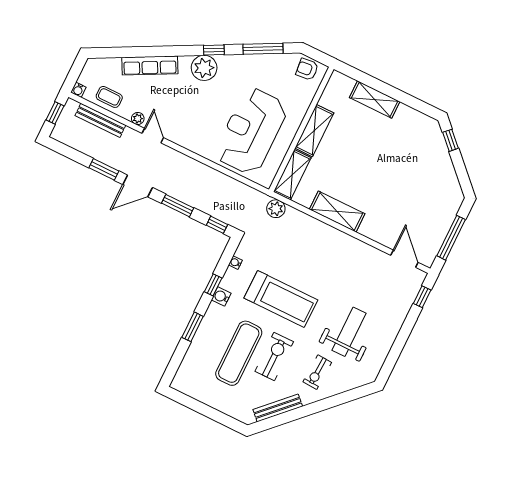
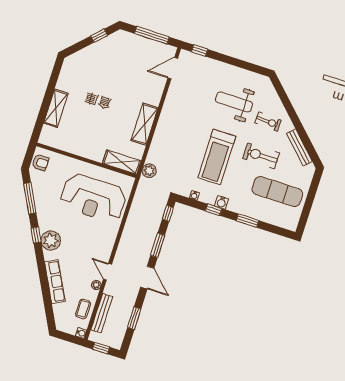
armchair: (307, 69) -> (40, 163), turned -84
shelving: (314, 131) -> (86, 150), removed
door: (153, 136) -> (107, 272), hinge flipped
window: (451, 140) -> (99, 36), moved
window: (104, 169) -> (134, 318), moved
treadmill: (281, 299) -> (217, 157), turned 180
exercise mat: (239, 353) -> (277, 192), moved

